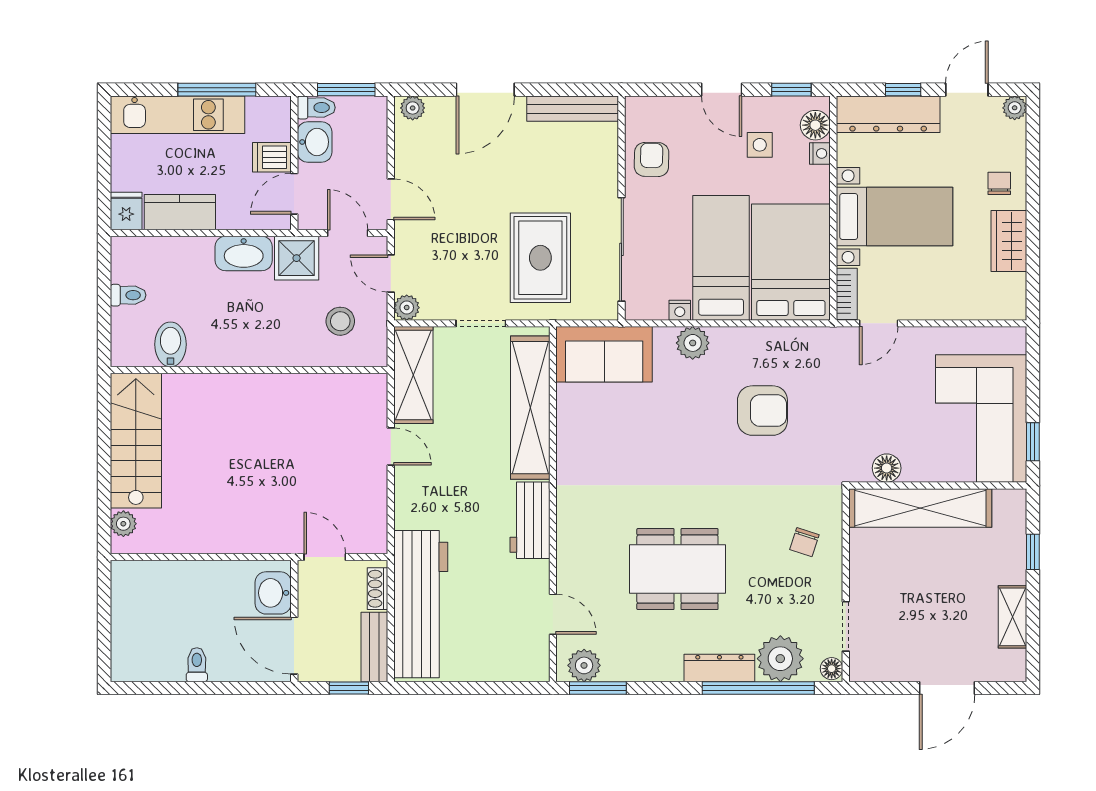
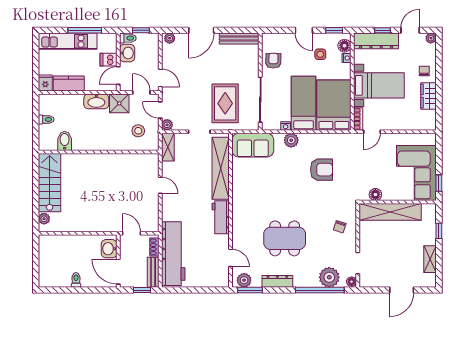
window: (346, 90) -> (141, 30), width x0.67
shelving: (413, 375) -> (168, 147), width x0.67, depth x0.75
dresser: (719, 668) -> (277, 281), moved

